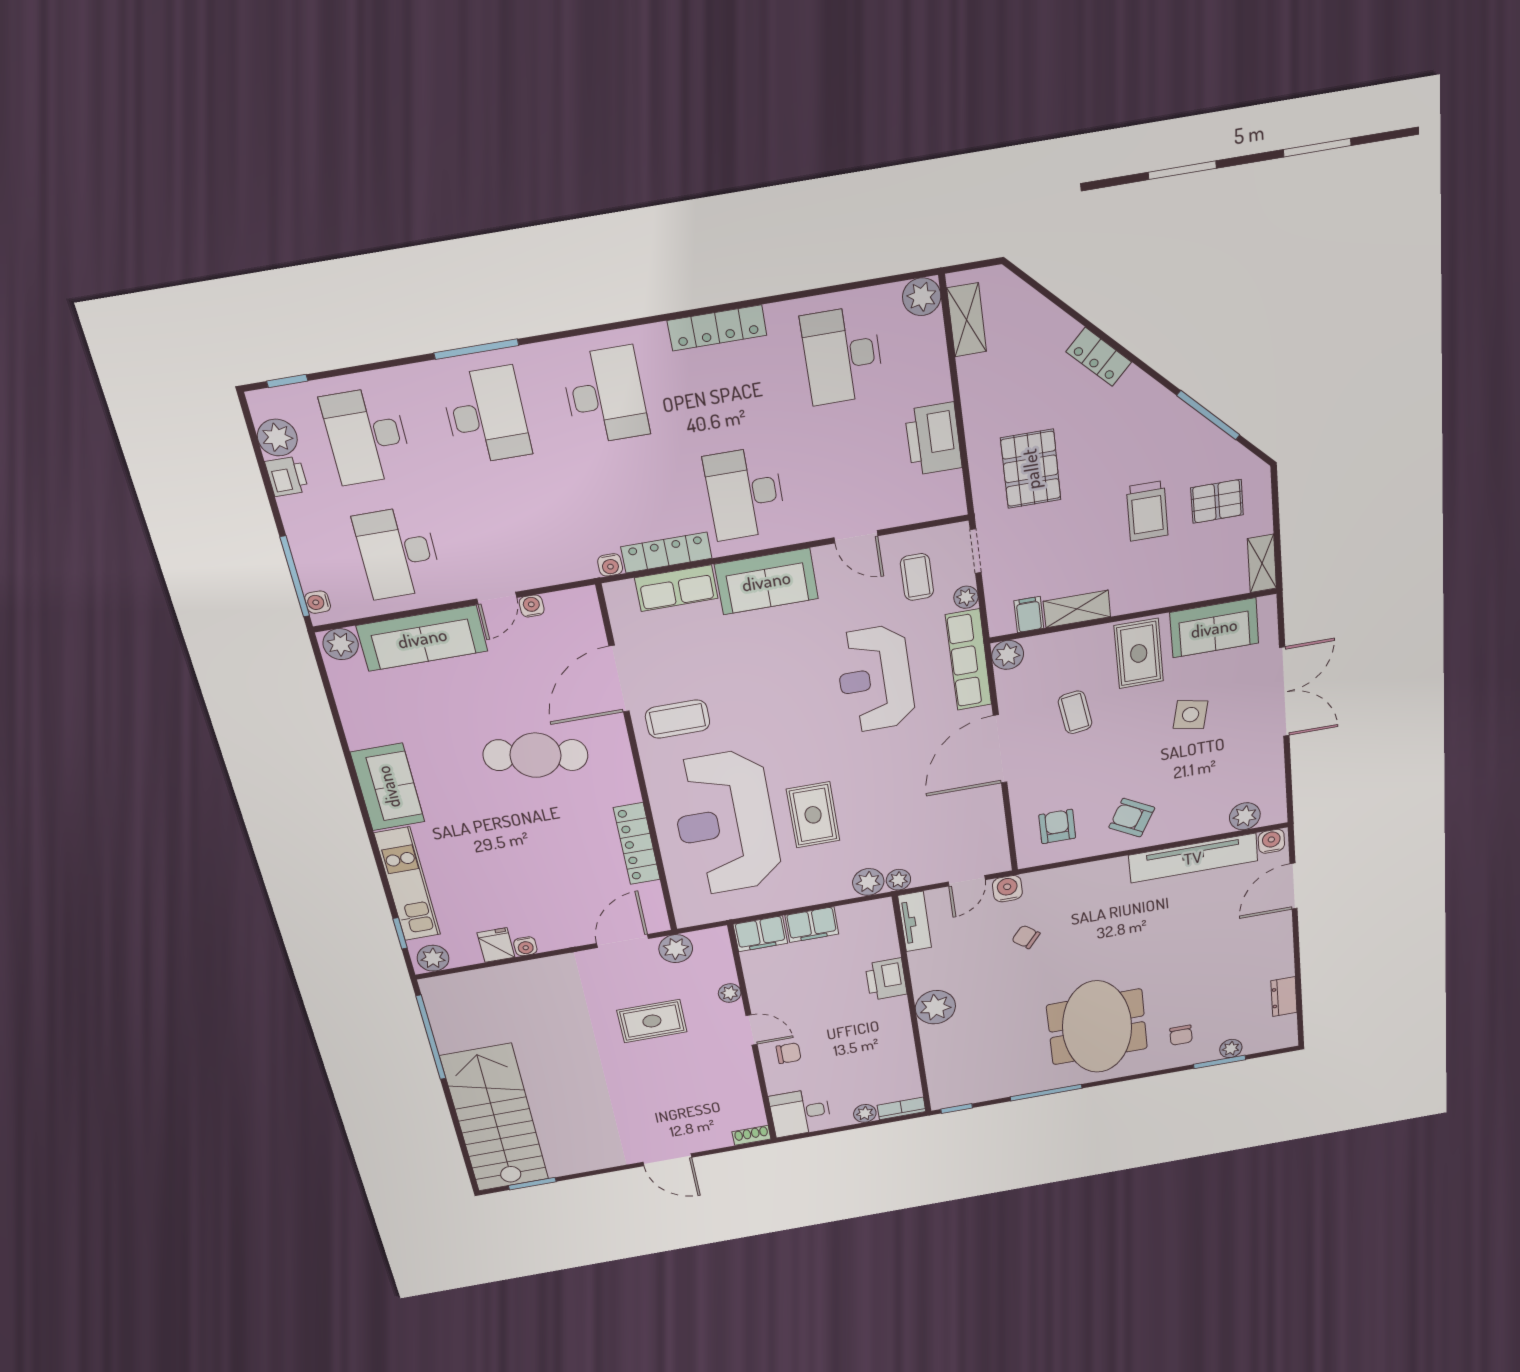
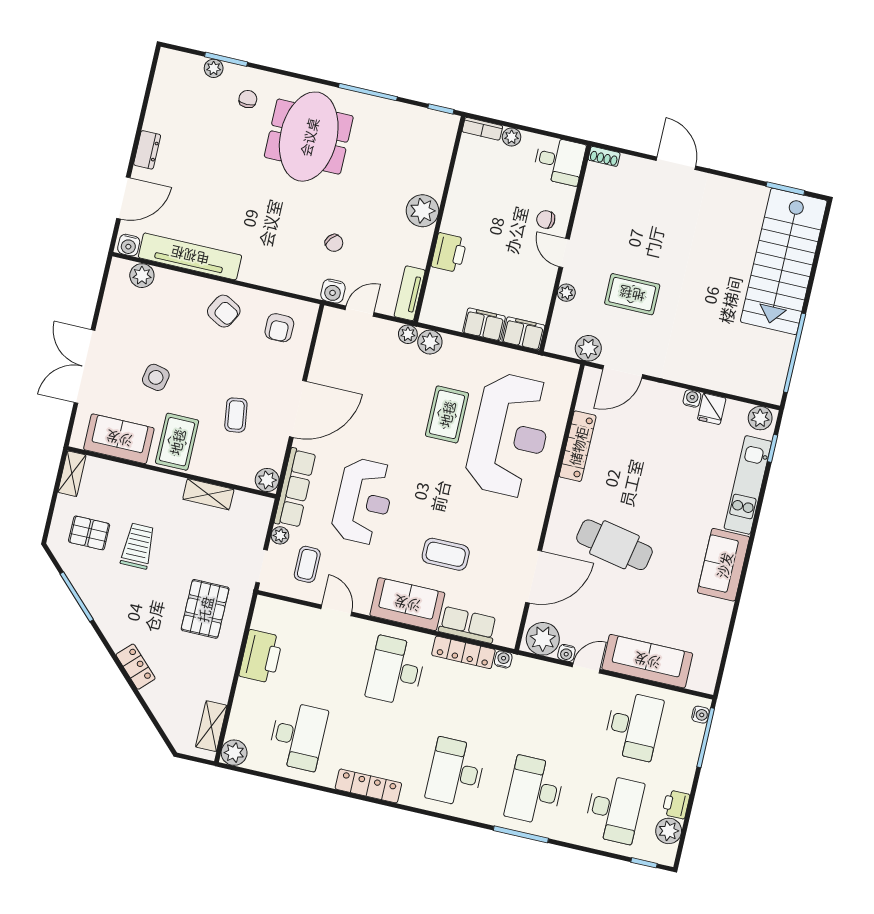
desk: (745, 493) -> (396, 671), turned 180
filing cabinet: (1029, 615) -> (242, 504), removed
plant: (341, 644) -> (543, 639), moved, width x1.36, depth x1.36
coffee table: (678, 719) -> (446, 554), moved
dresser: (1284, 997) -> (147, 150), moved

